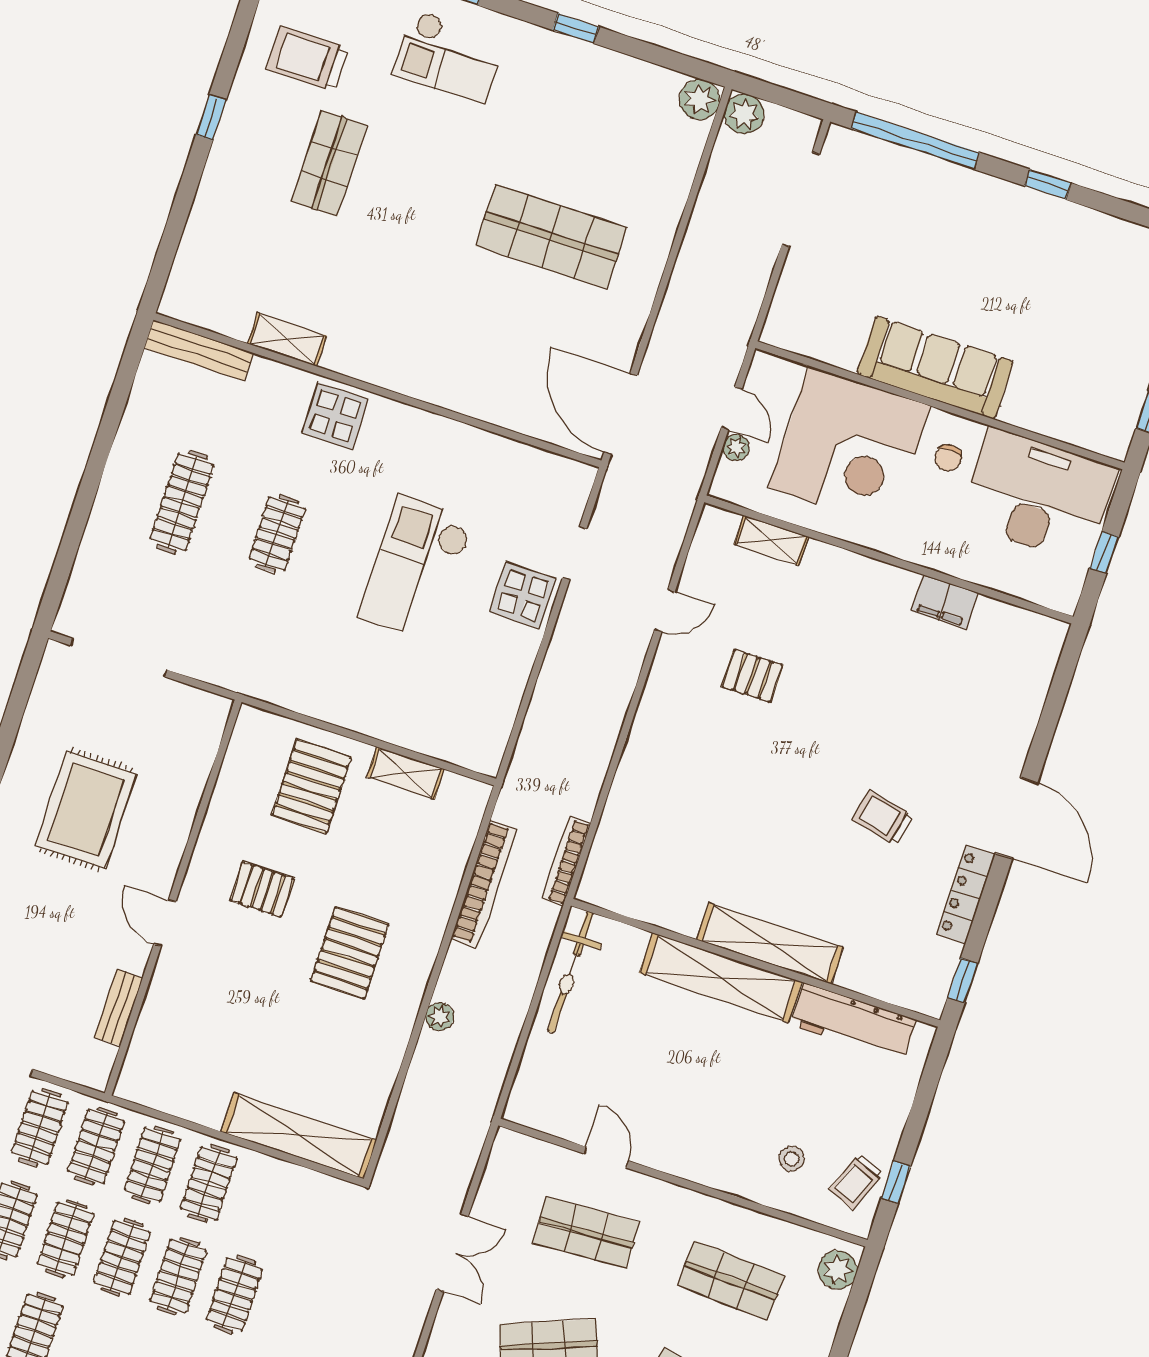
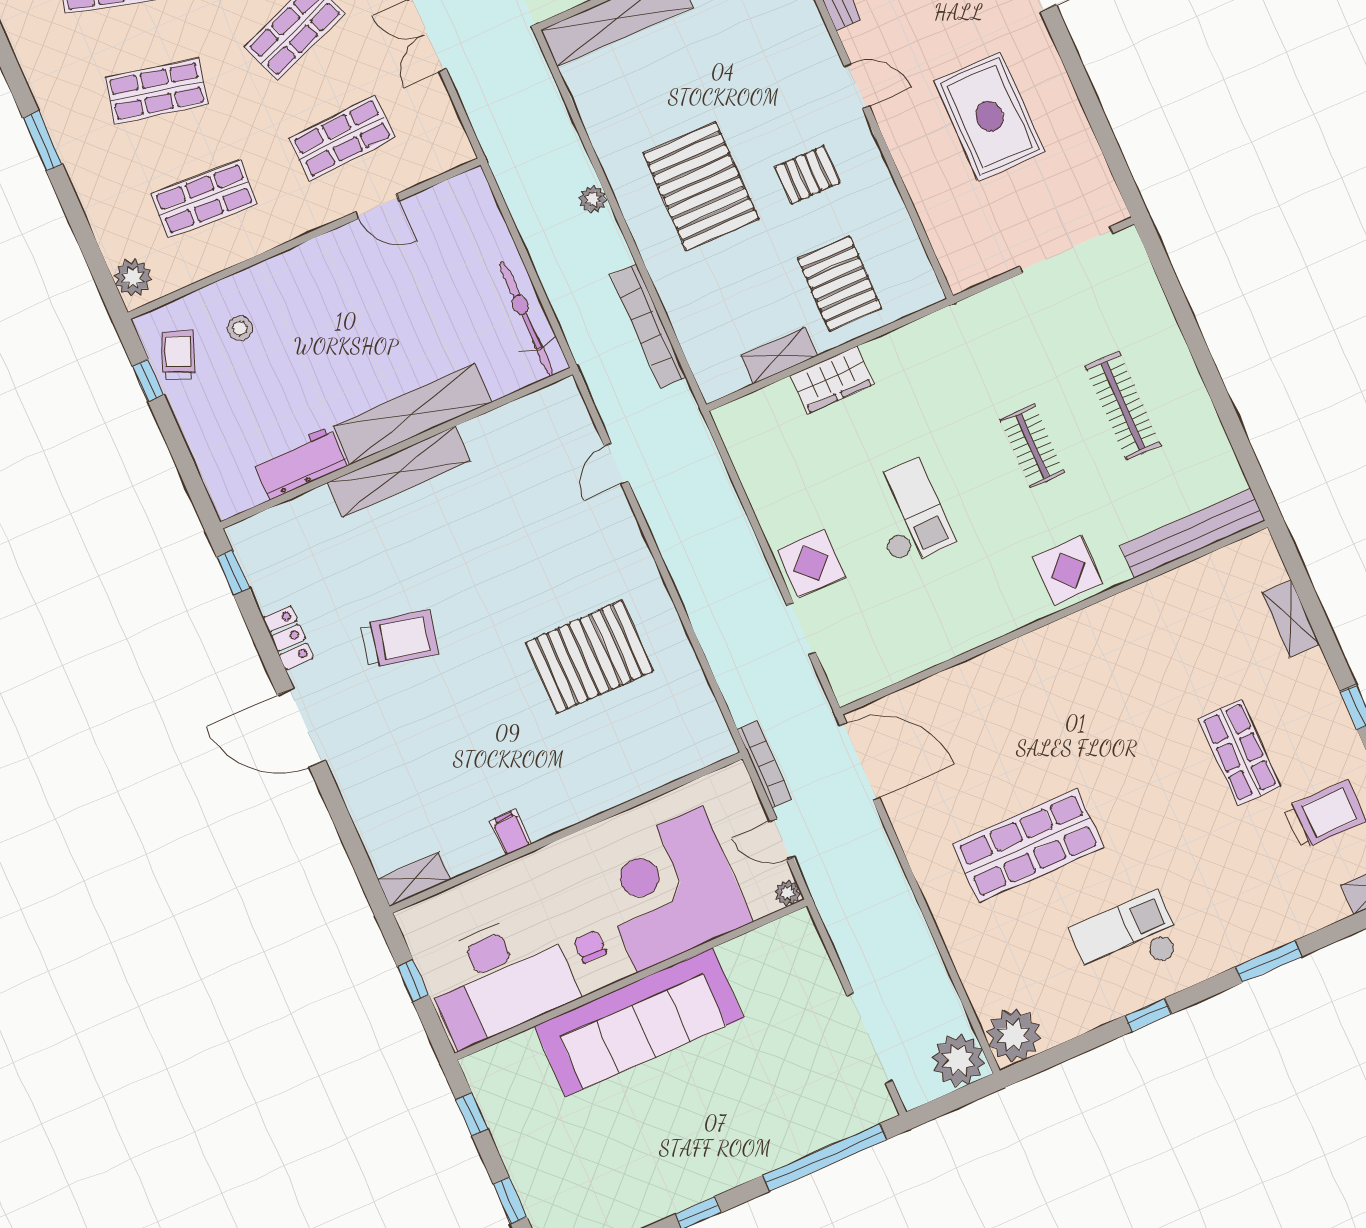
checkout: (449, 56) -> (1127, 940), moved
plant: (700, 100) -> (1014, 1035), width x1.36, depth x1.36
plant: (744, 114) -> (958, 1060), width x1.36, depth x1.36
shelving: (287, 340) -> (1291, 618), moved, turned 90
bench: (199, 350) -> (1193, 533), width x1.37, depth x1.21
sofa: (935, 368) -> (639, 1022), width x1.36, depth x1.27
plant: (736, 448) -> (788, 893), moved
shelving: (771, 540) -> (414, 879), moved
checkout: (416, 568) -> (907, 513), width x0.73, depth x0.83
filing cabinet: (944, 602) -> (511, 833), width x0.50
door: (665, 611) -> (616, 464), moved
pallet: (752, 676) -> (589, 657), width x2.05, depth x2.00
wardrobe: (382, 719) -> (832, 380), added
trolley: (883, 818) -> (400, 639), width x1.36, depth x1.39
bookcase: (566, 861) -> (765, 764), moved
locker: (966, 894) -> (288, 638), width x0.66
pallet: (350, 953) -> (701, 186), width x1.37, depth x1.41
workbench: (853, 1022) -> (300, 463), width x0.73

